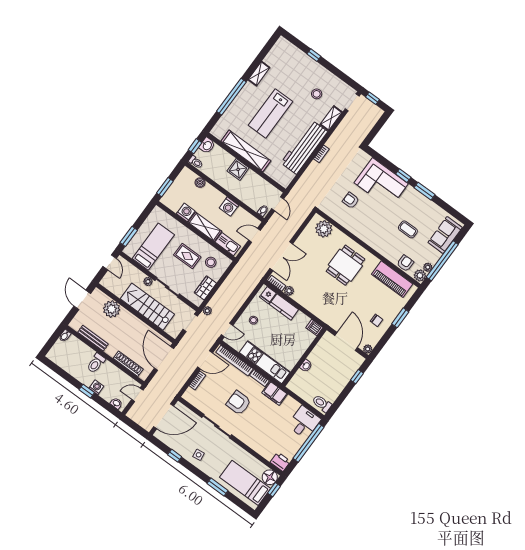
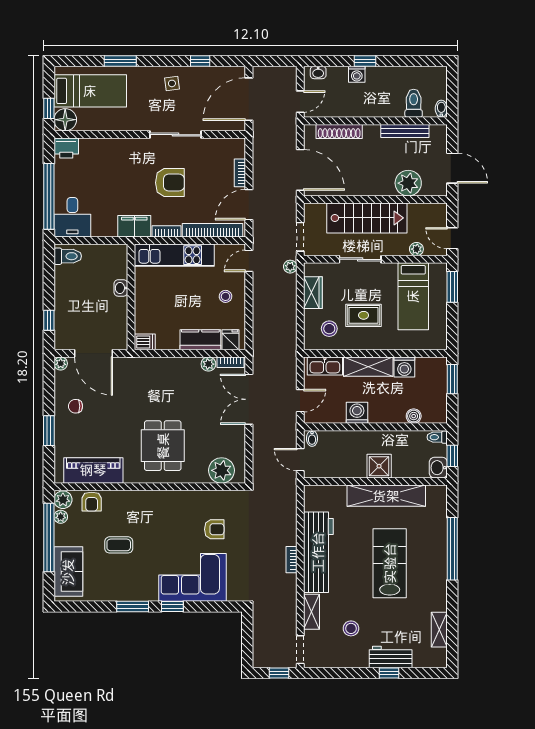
workbench: (307, 63) -> (391, 657), added
shelving: (259, 74) -> (439, 630), moved
plant: (148, 282) -> (416, 249), moved
toilet: (96, 363) -> (414, 103), moved

